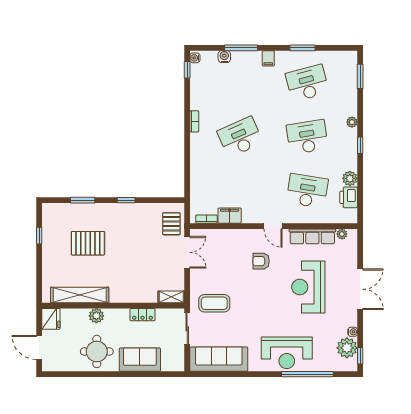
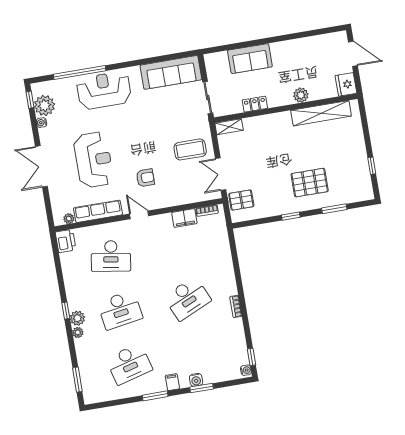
window: (241, 48) -> (202, 388), width x0.69
window: (303, 48) -> (155, 396), moved
water cooler: (224, 57) -> (196, 380), moved
plant: (350, 178) -> (77, 318), moved
printer: (349, 197) -> (66, 241), moved
pallet: (171, 224) -> (241, 200), turned 90
pallet: (88, 243) -> (310, 183), moved
coffee table: (214, 303) -> (190, 149), moved
round table: (97, 351) -> (294, 59), removed

